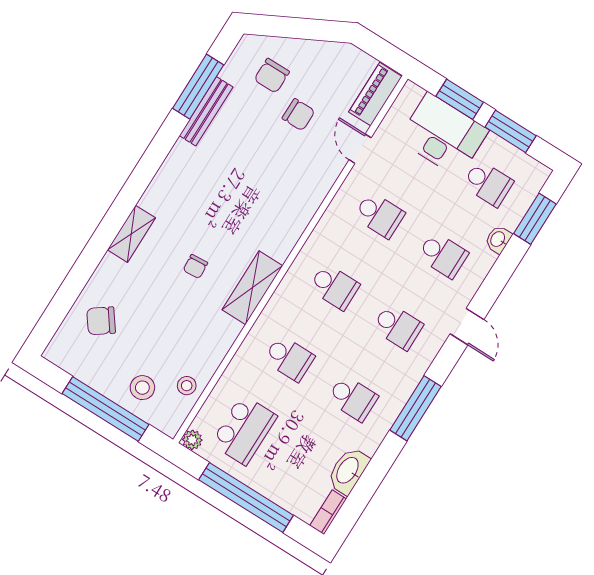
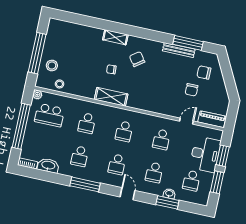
window: (535, 219) -> (167, 202), moved
chair: (101, 321) -> (137, 59), moved
door: (467, 327) -> (128, 194), swing flipped

